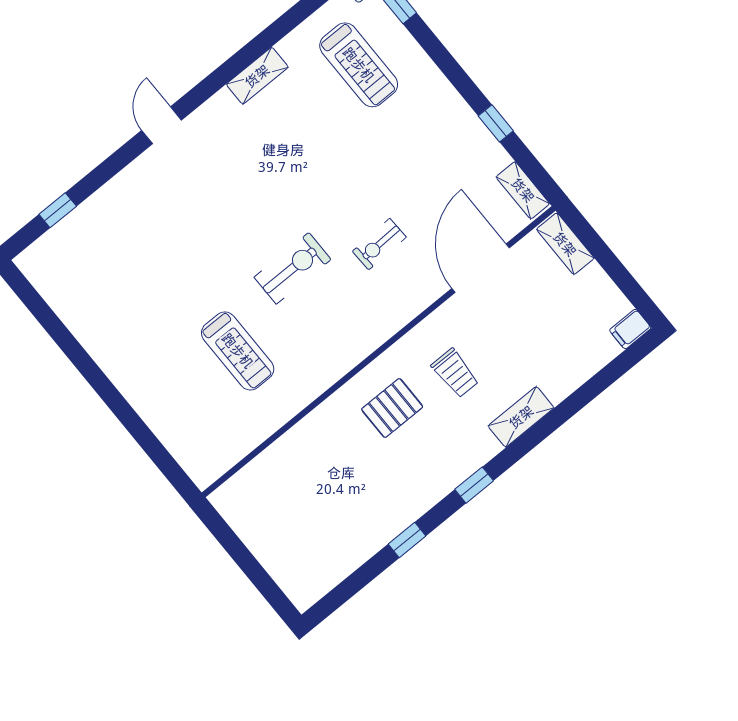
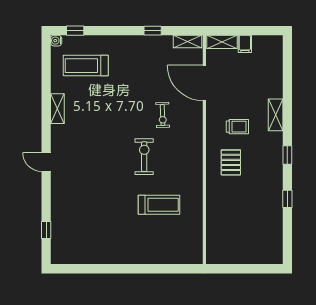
treadmill: (359, 65) -> (86, 66), turned 180
filing cabinet: (630, 329) -> (245, 44), moved

